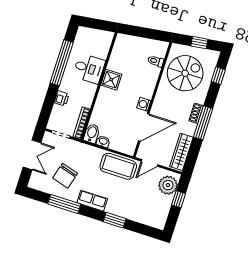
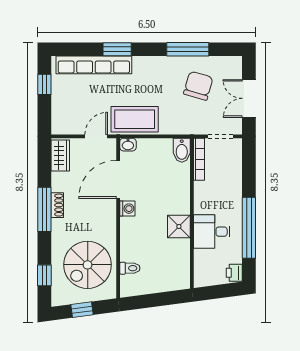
printer: (62, 98) -> (234, 273), moved
shoe rack: (196, 113) -> (57, 205), moved
washbasin: (103, 142) -> (128, 145), moved
wardrobe: (181, 152) -> (60, 156), width x0.67
plant: (168, 185) -> (64, 116), removed
window: (179, 199) -> (44, 84), moved
row of seats: (92, 201) -> (94, 65), moved, width x2.02

